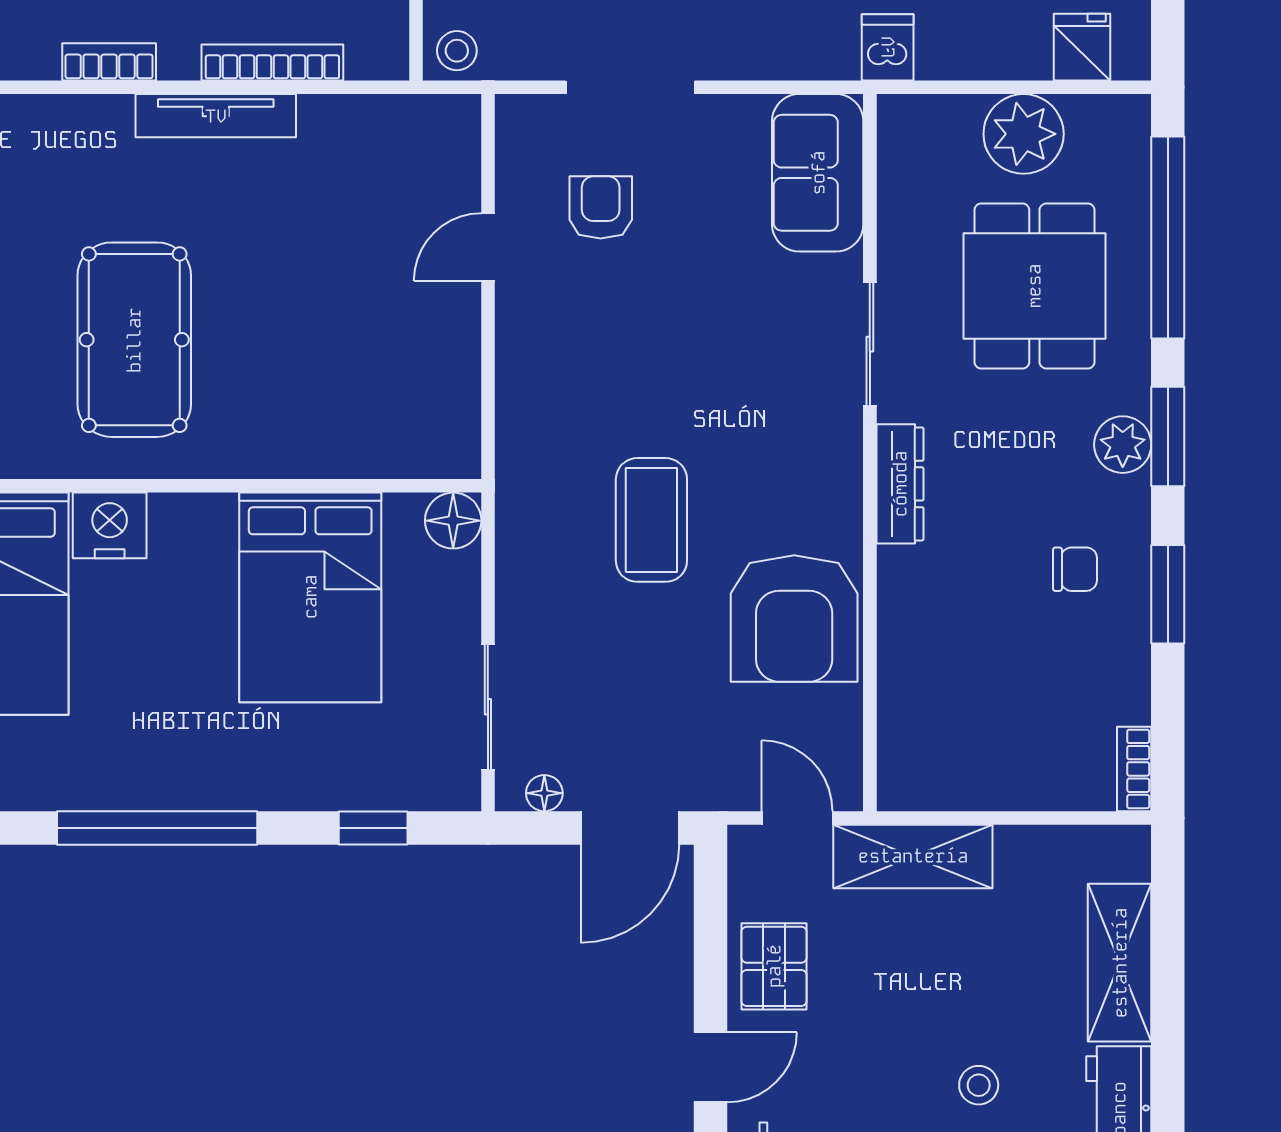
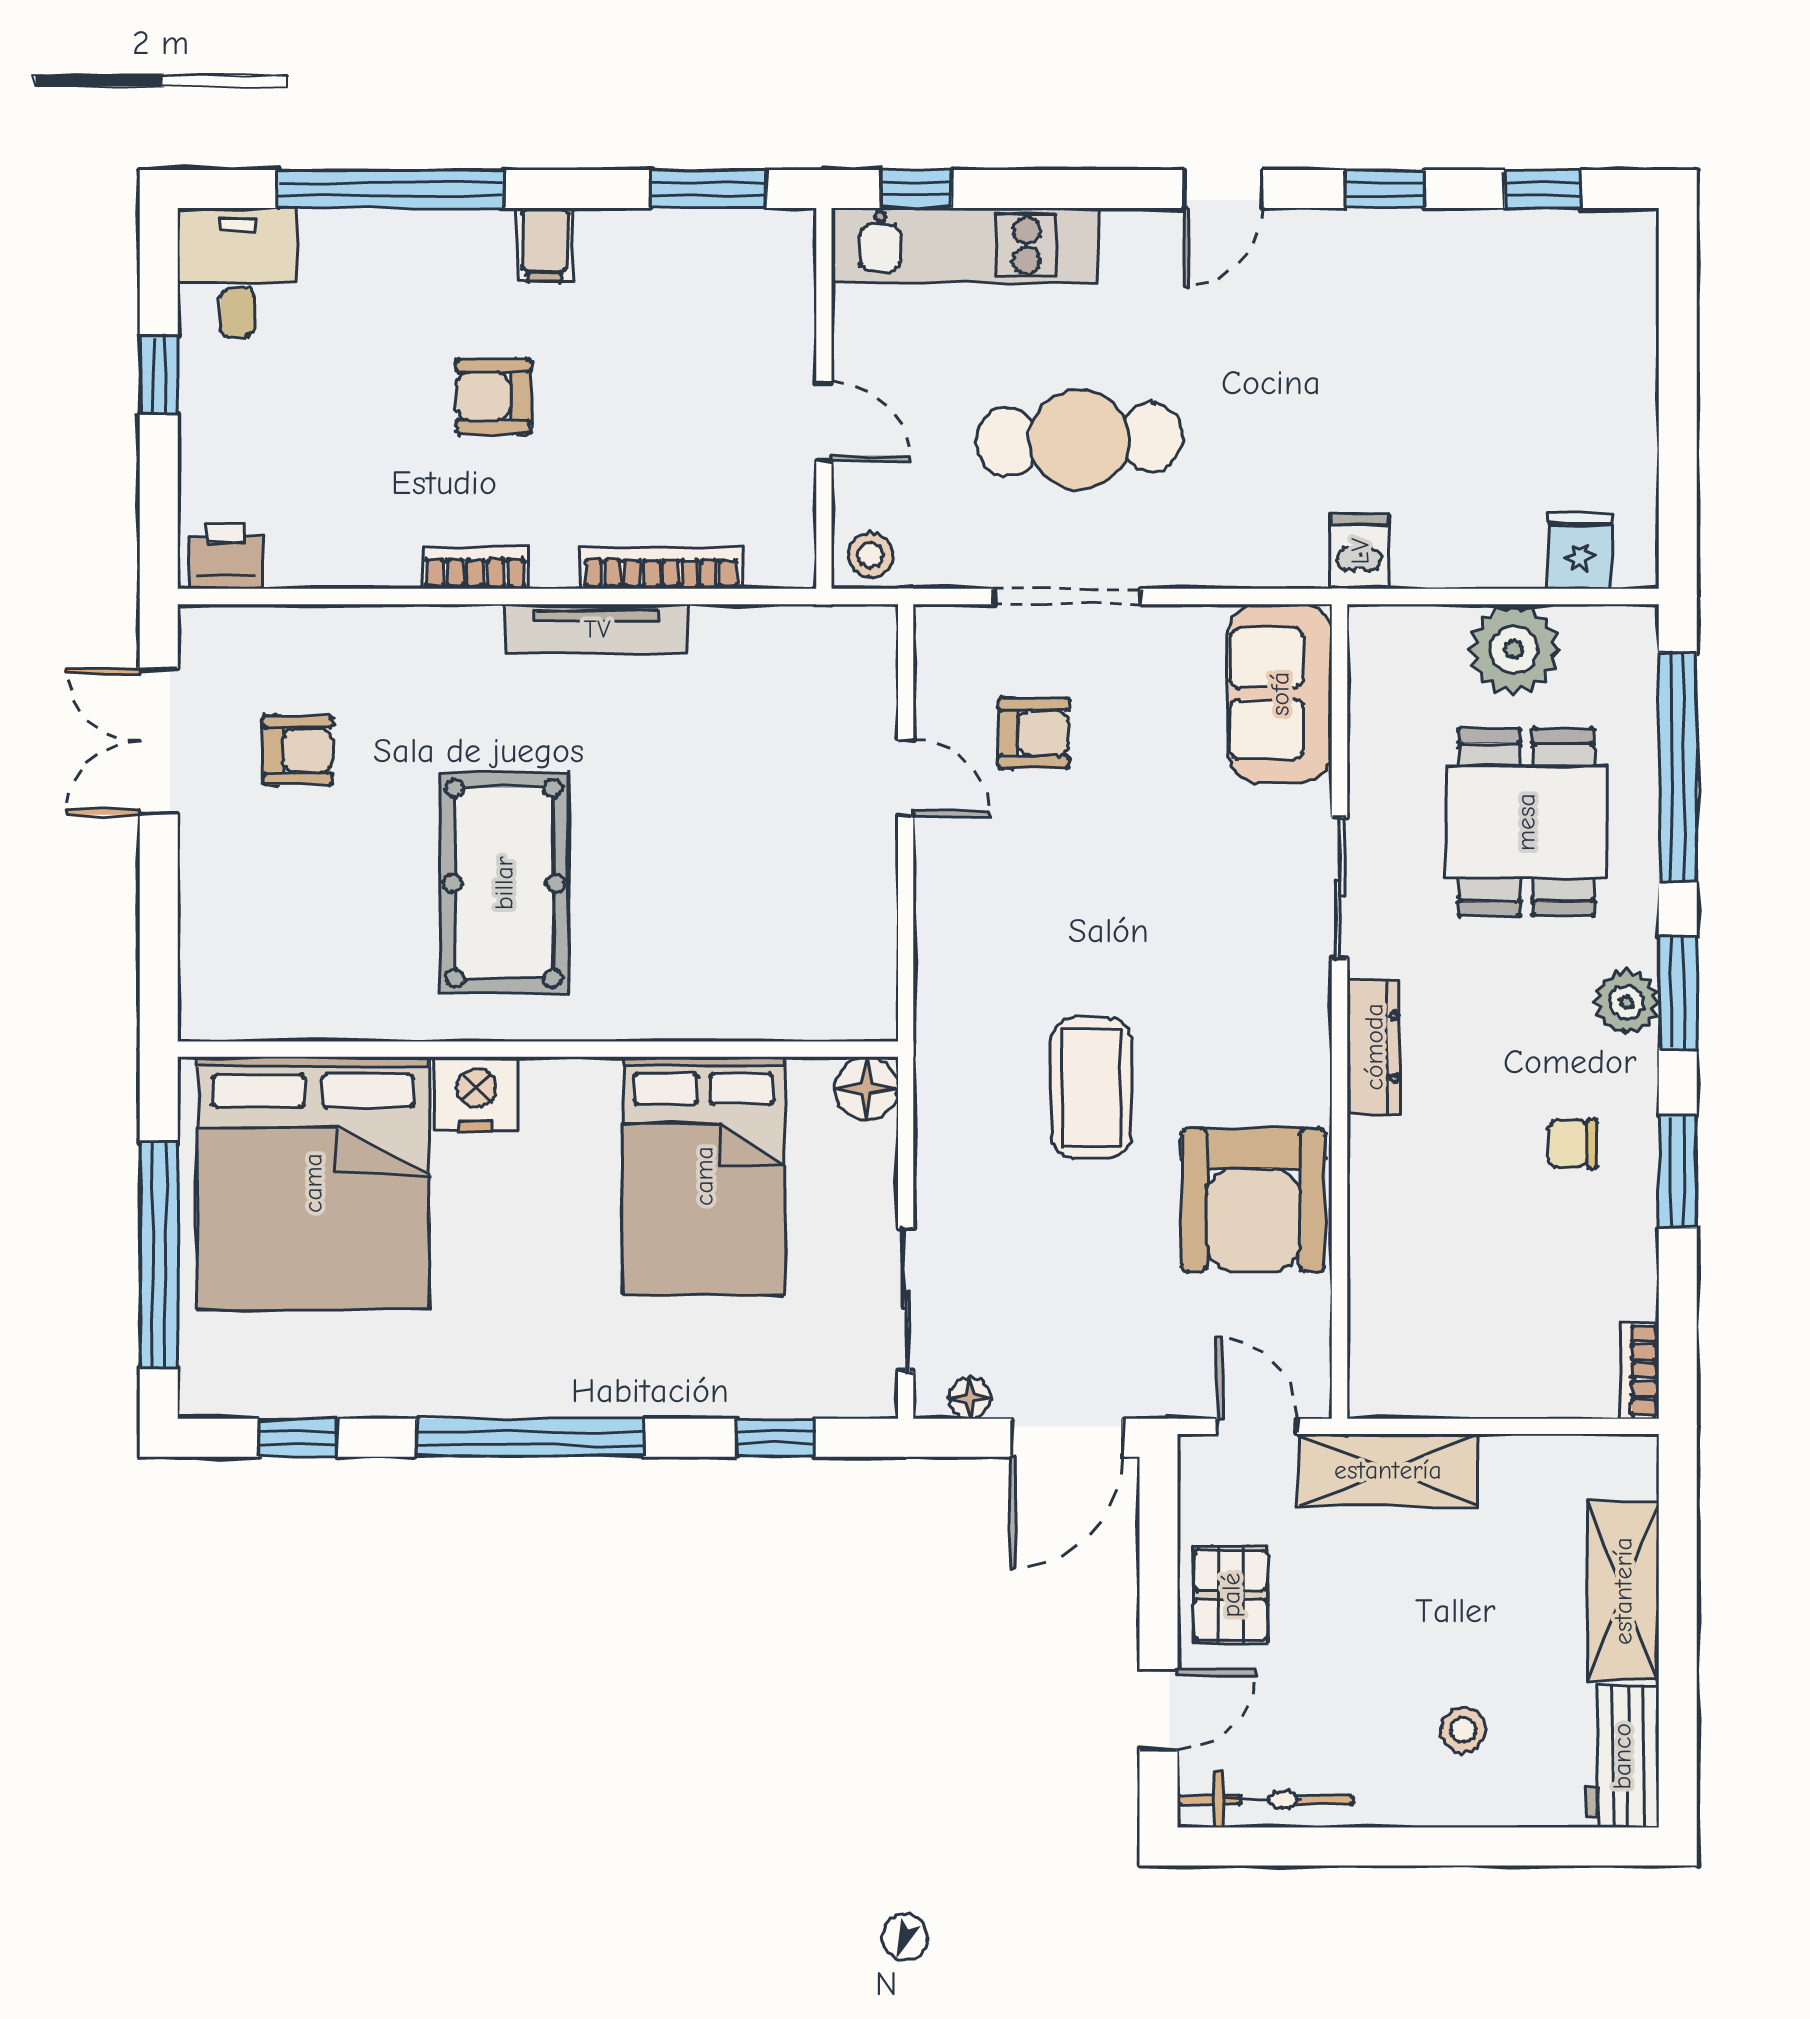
armchair: (601, 207) -> (1034, 733), turned 90
door: (488, 247) -> (906, 778), swing flipped
chair: (1075, 569) -> (1572, 1144), turned 180

